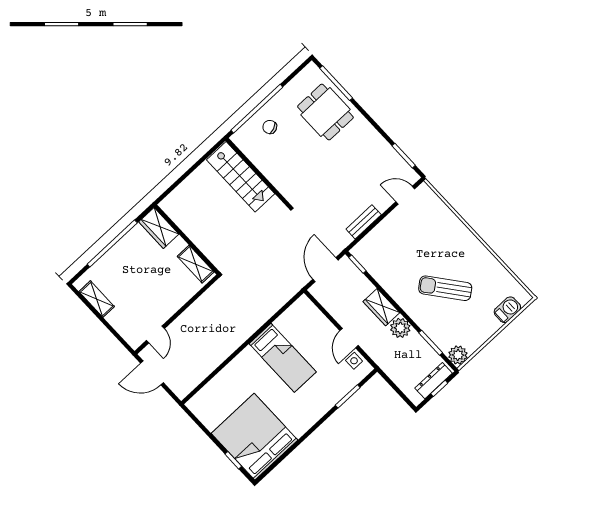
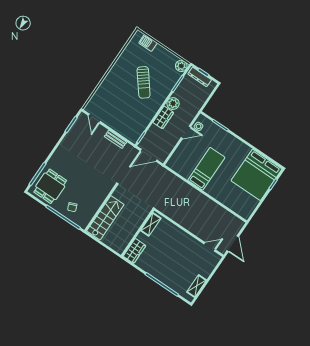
dining table: (325, 112) -> (50, 186), moved
wardrobe: (159, 228) -> (134, 251), moved
wall: (187, 240) -> (138, 233), moved
shelving: (196, 264) -> (151, 224), moved

